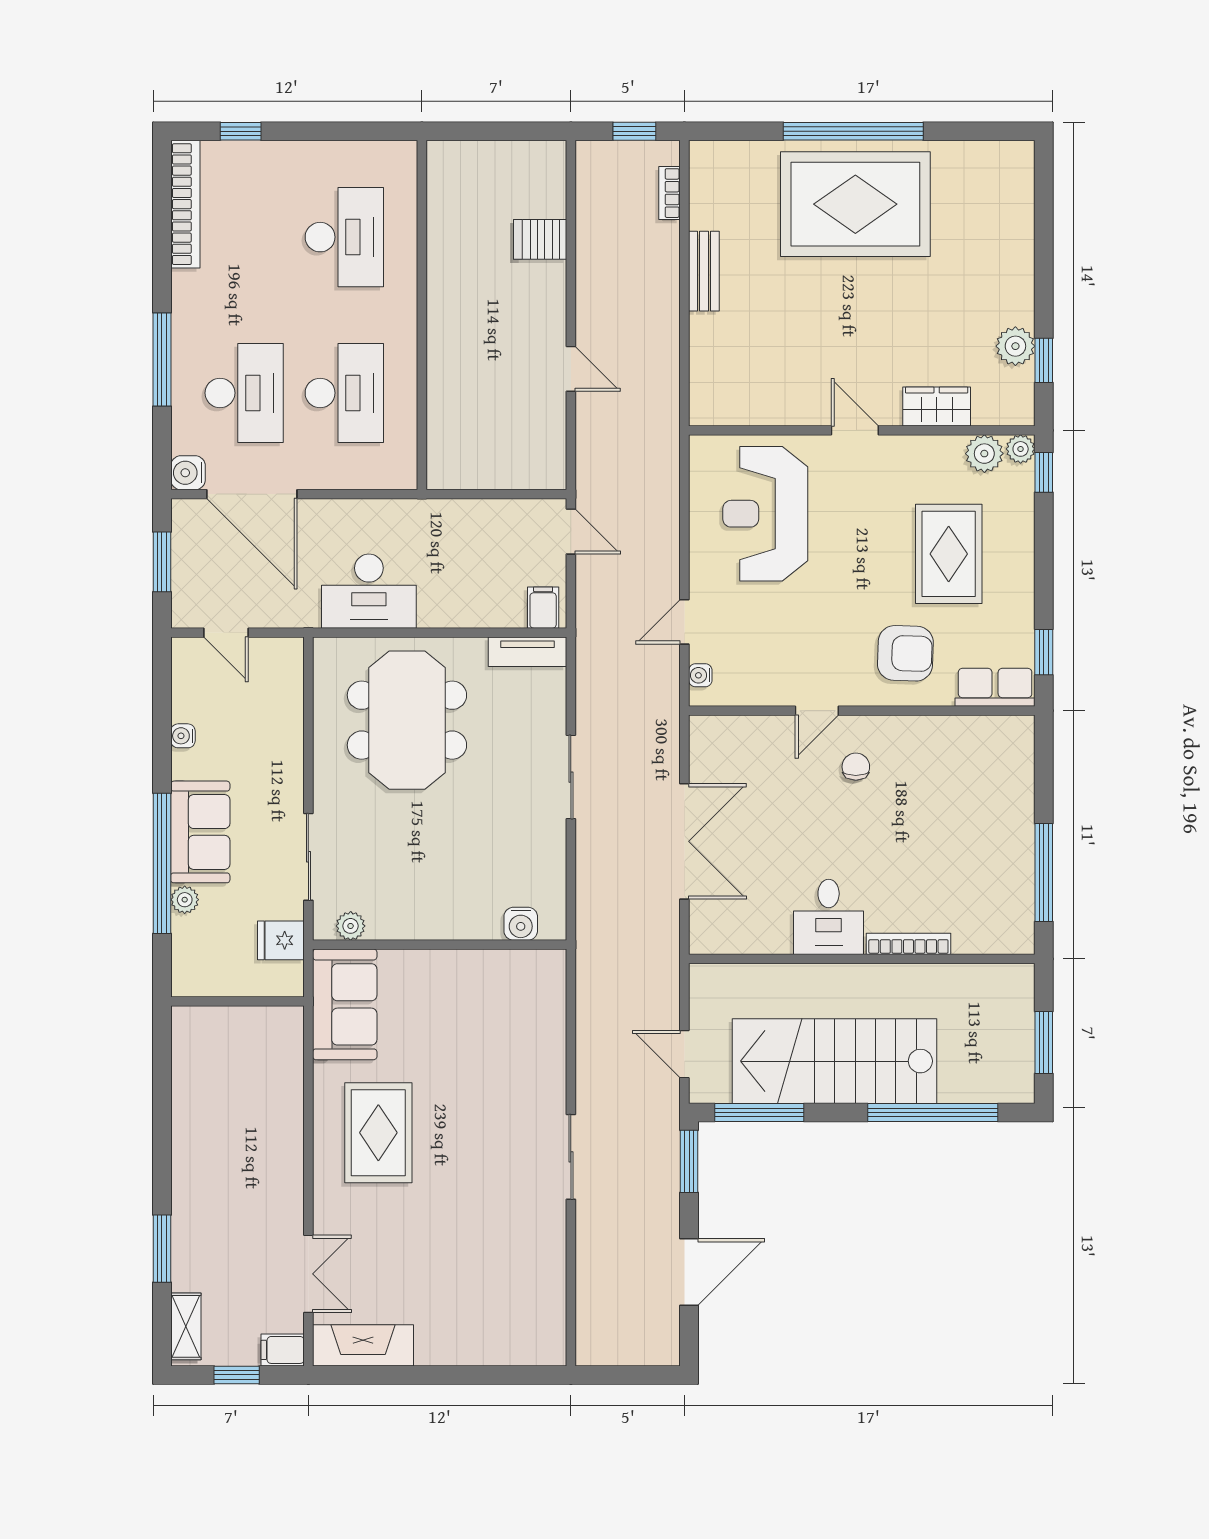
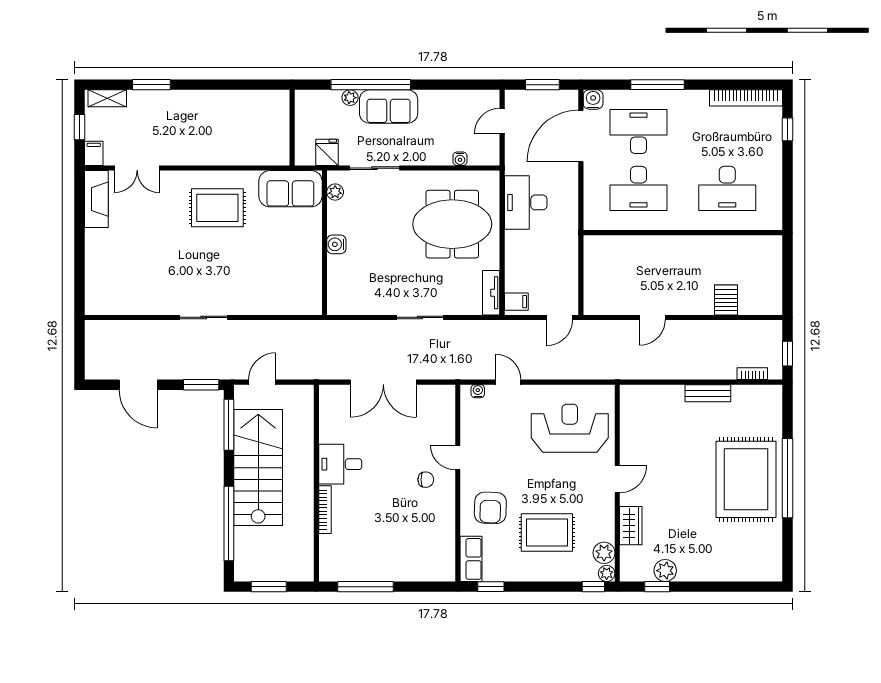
desk: (244, 393) -> (639, 131), turned 180
water cooler: (183, 736) -> (460, 159), moved, turned 180
water cooler: (521, 924) -> (336, 244), moved

